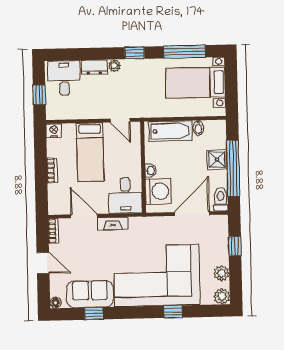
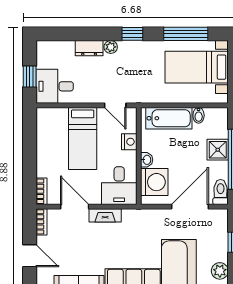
desk: (64, 78) -> (55, 86), moved, turned -90
nightstand: (54, 131) -> (129, 142), moved, turned 90
bookcase: (52, 171) -> (42, 191), moved

